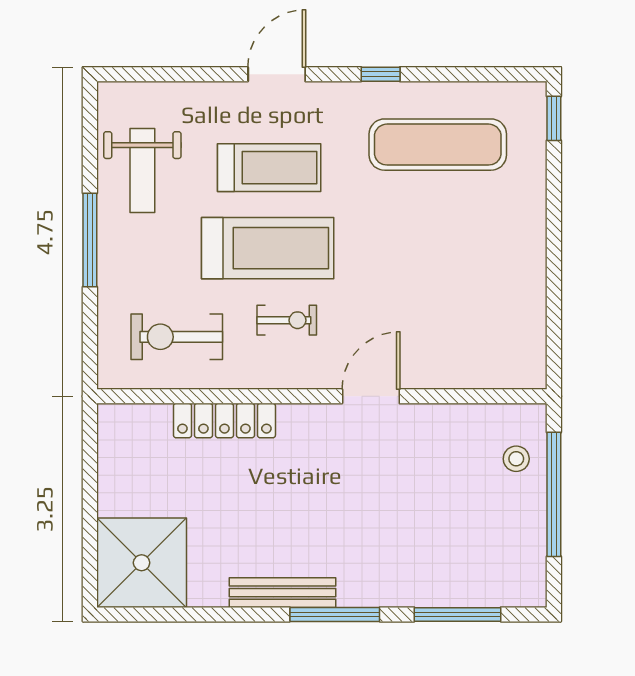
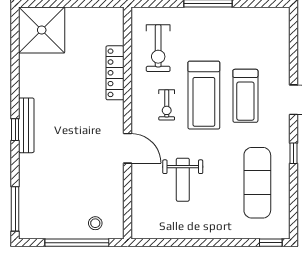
weight bench: (142, 170) -> (183, 180), moved, turned -90
exercise bike: (177, 337) -> (158, 48), turned 180
bench: (282, 593) -> (26, 125), moved
window: (335, 614) -> (15, 130), width x0.46
window: (457, 614) -> (15, 209), moved

